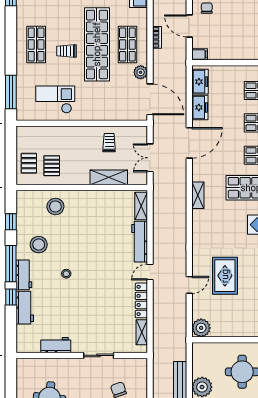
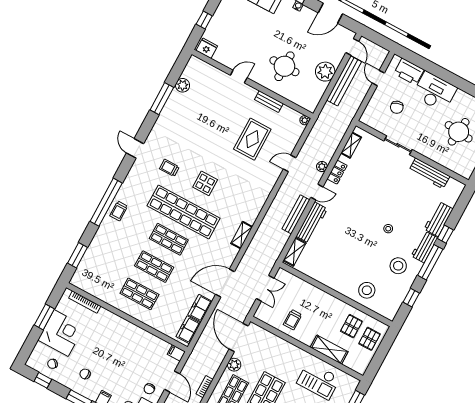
shelving: (109, 177) -> (329, 350), moved
bench: (158, 241) -> (296, 214), added
rug: (225, 276) -> (252, 139), moved
plant: (158, 298) -> (322, 167), added
locker: (141, 300) -> (337, 172), width x0.66
plant: (201, 328) -> (305, 120), width x0.53, depth x0.53
bench: (239, 332) -> (269, 102), added
workbench: (56, 345) -> (429, 173), width x1.38

